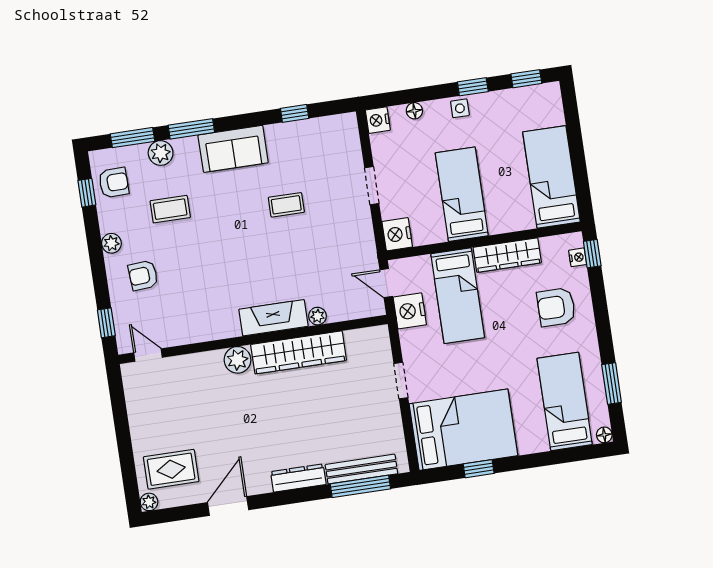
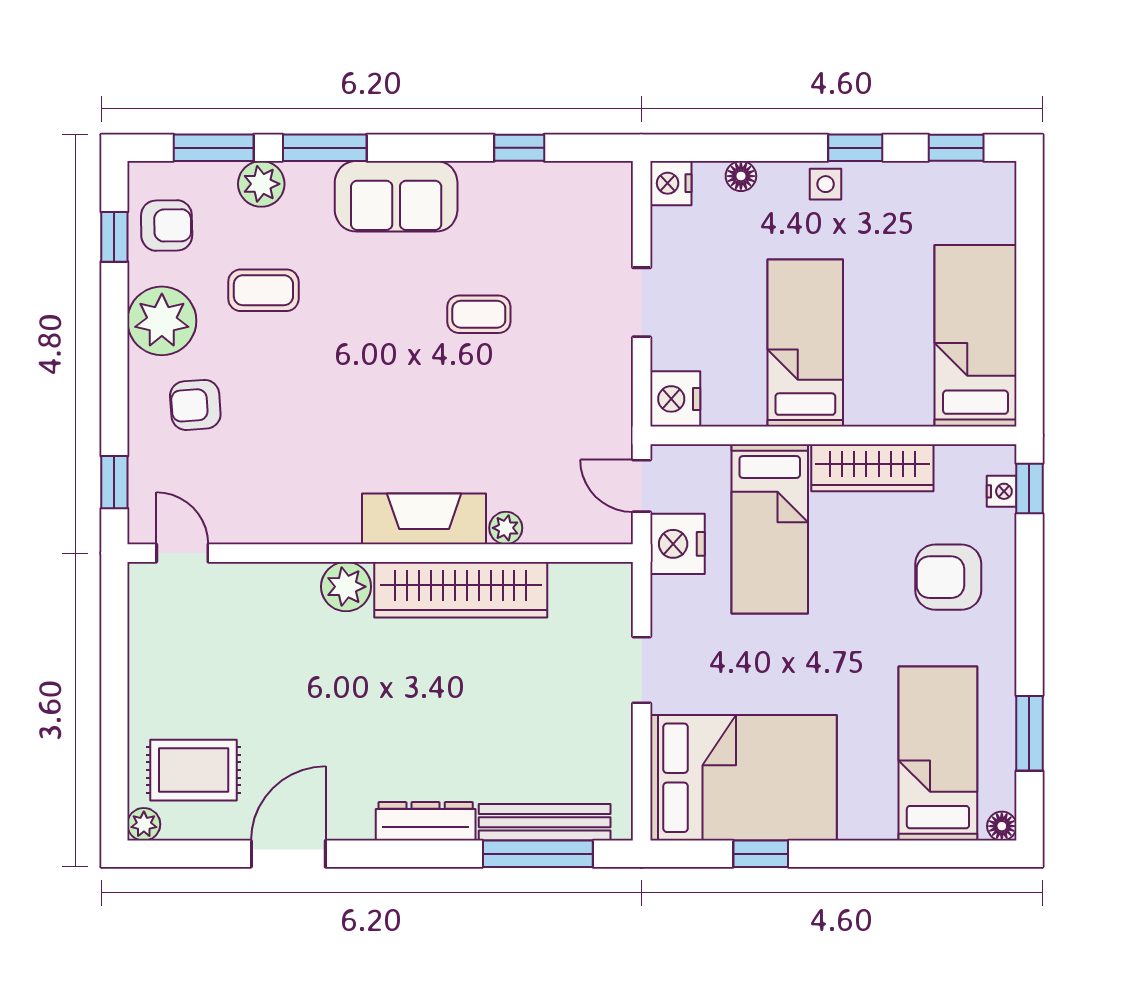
plant: (111, 243) -> (162, 321), width x1.87, depth x1.87

